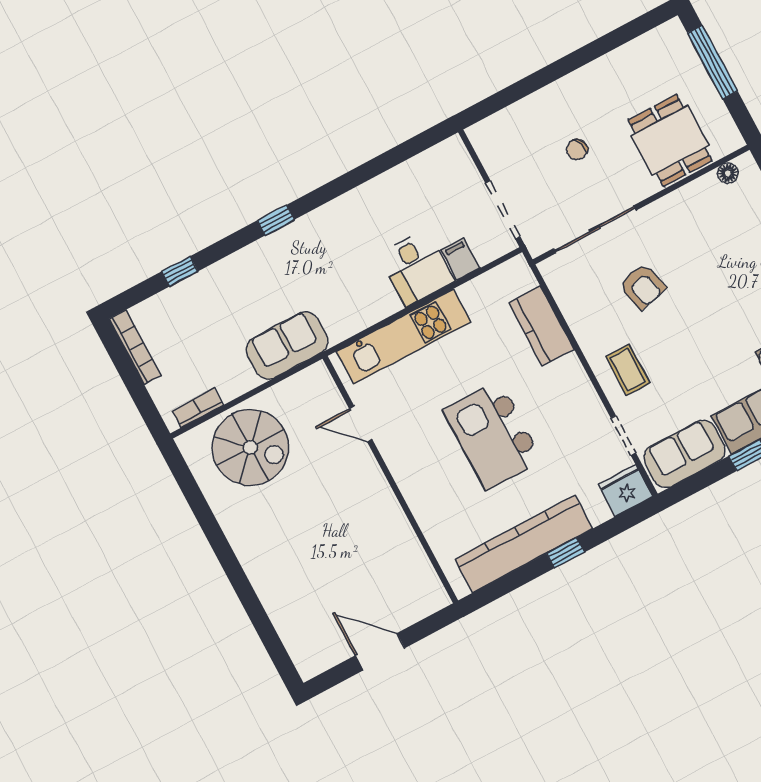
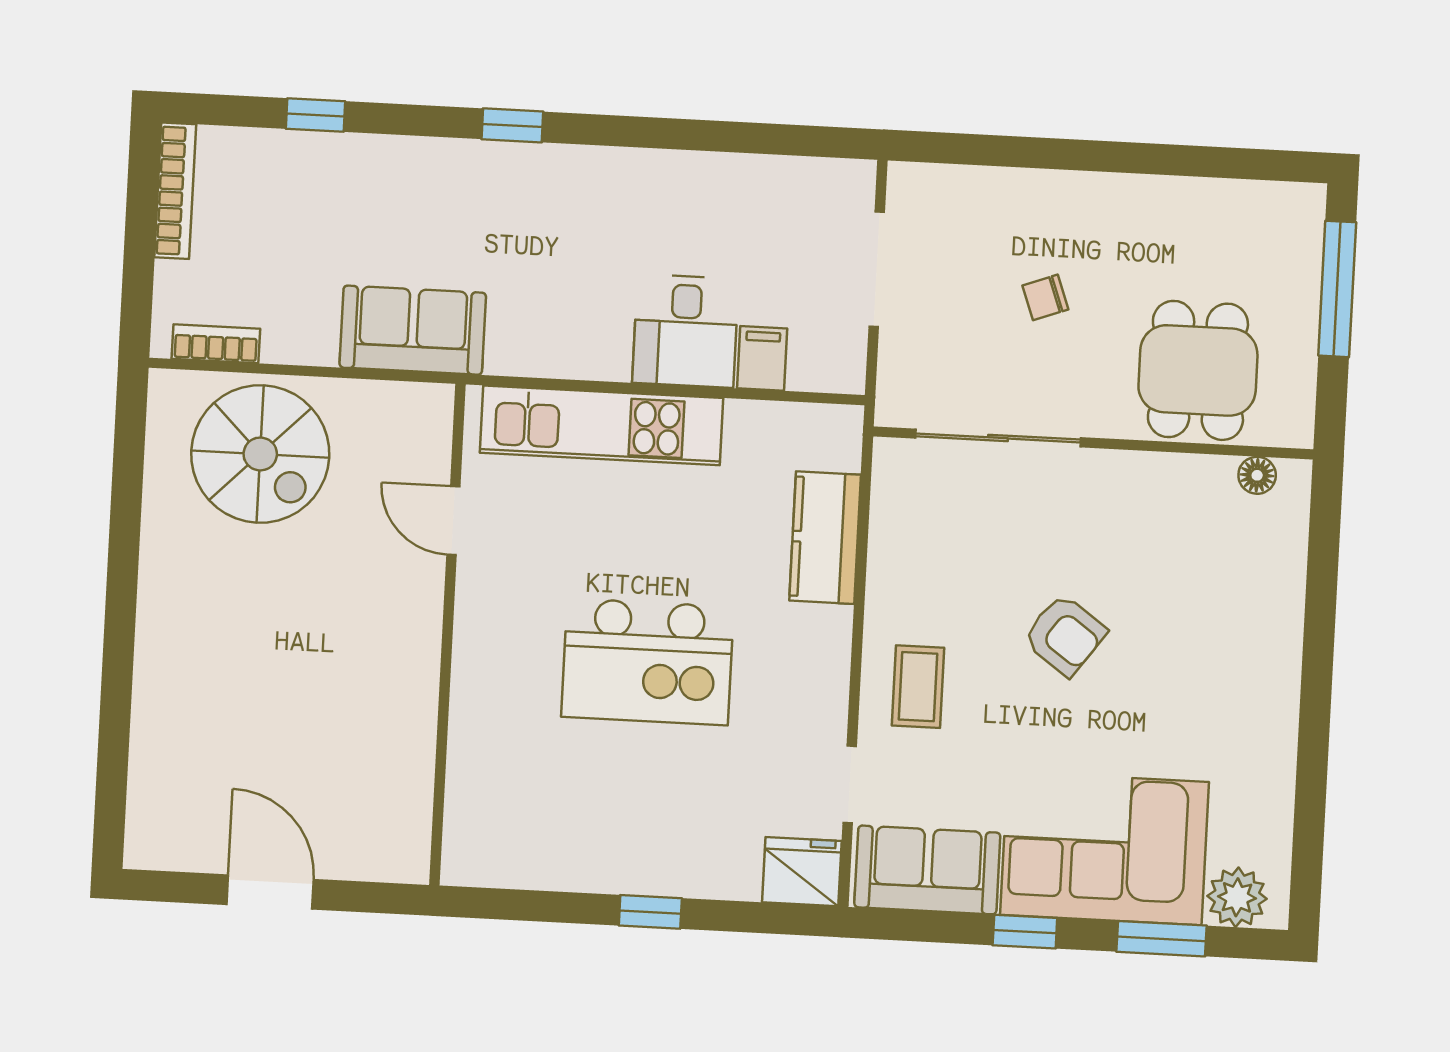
doorway: (503, 210) -> (877, 269), moved
armchair: (643, 286) -> (1065, 635), moved, turned -40
kitchen island: (493, 435) -> (648, 662), turned -90
kitchen counter: (524, 544) -> (594, 859), removed

